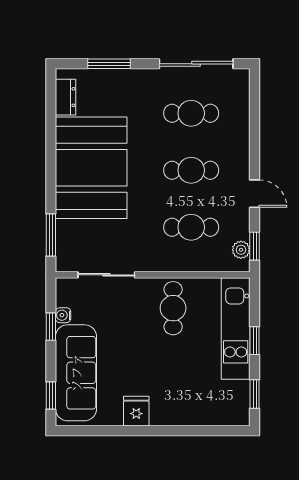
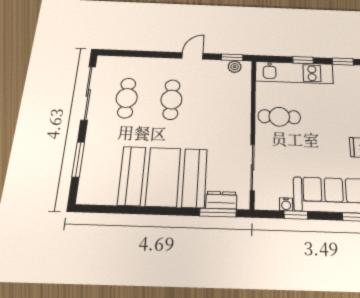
dresser: (66, 97) -> (221, 200), moved
cafe table: (191, 227) -> (216, 101), removed

